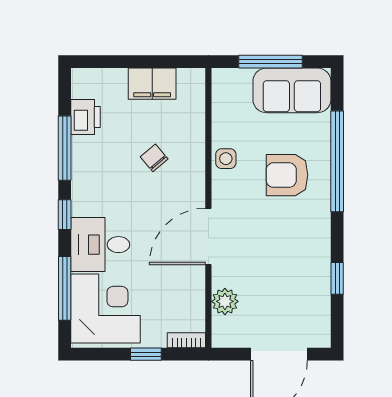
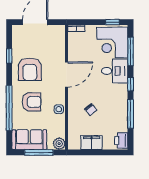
printer: (86, 117) -> (121, 140), moved
armchair: (291, 248) -> (30, 69), added
plant: (225, 301) -> (59, 144), moved
window: (146, 354) -> (112, 22), moved

